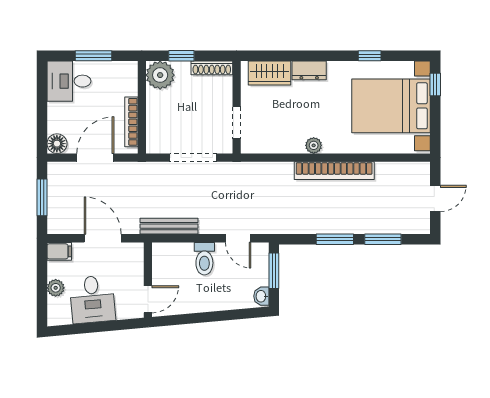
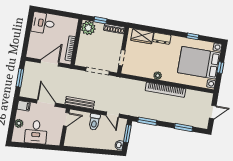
window: (93, 56) -> (57, 13), removed
window: (435, 85) -> (220, 68), moved
floor lamp: (57, 144) -> (32, 53), removed
window: (335, 239) -> (147, 121), moved
door: (148, 299) -> (66, 119), moved

